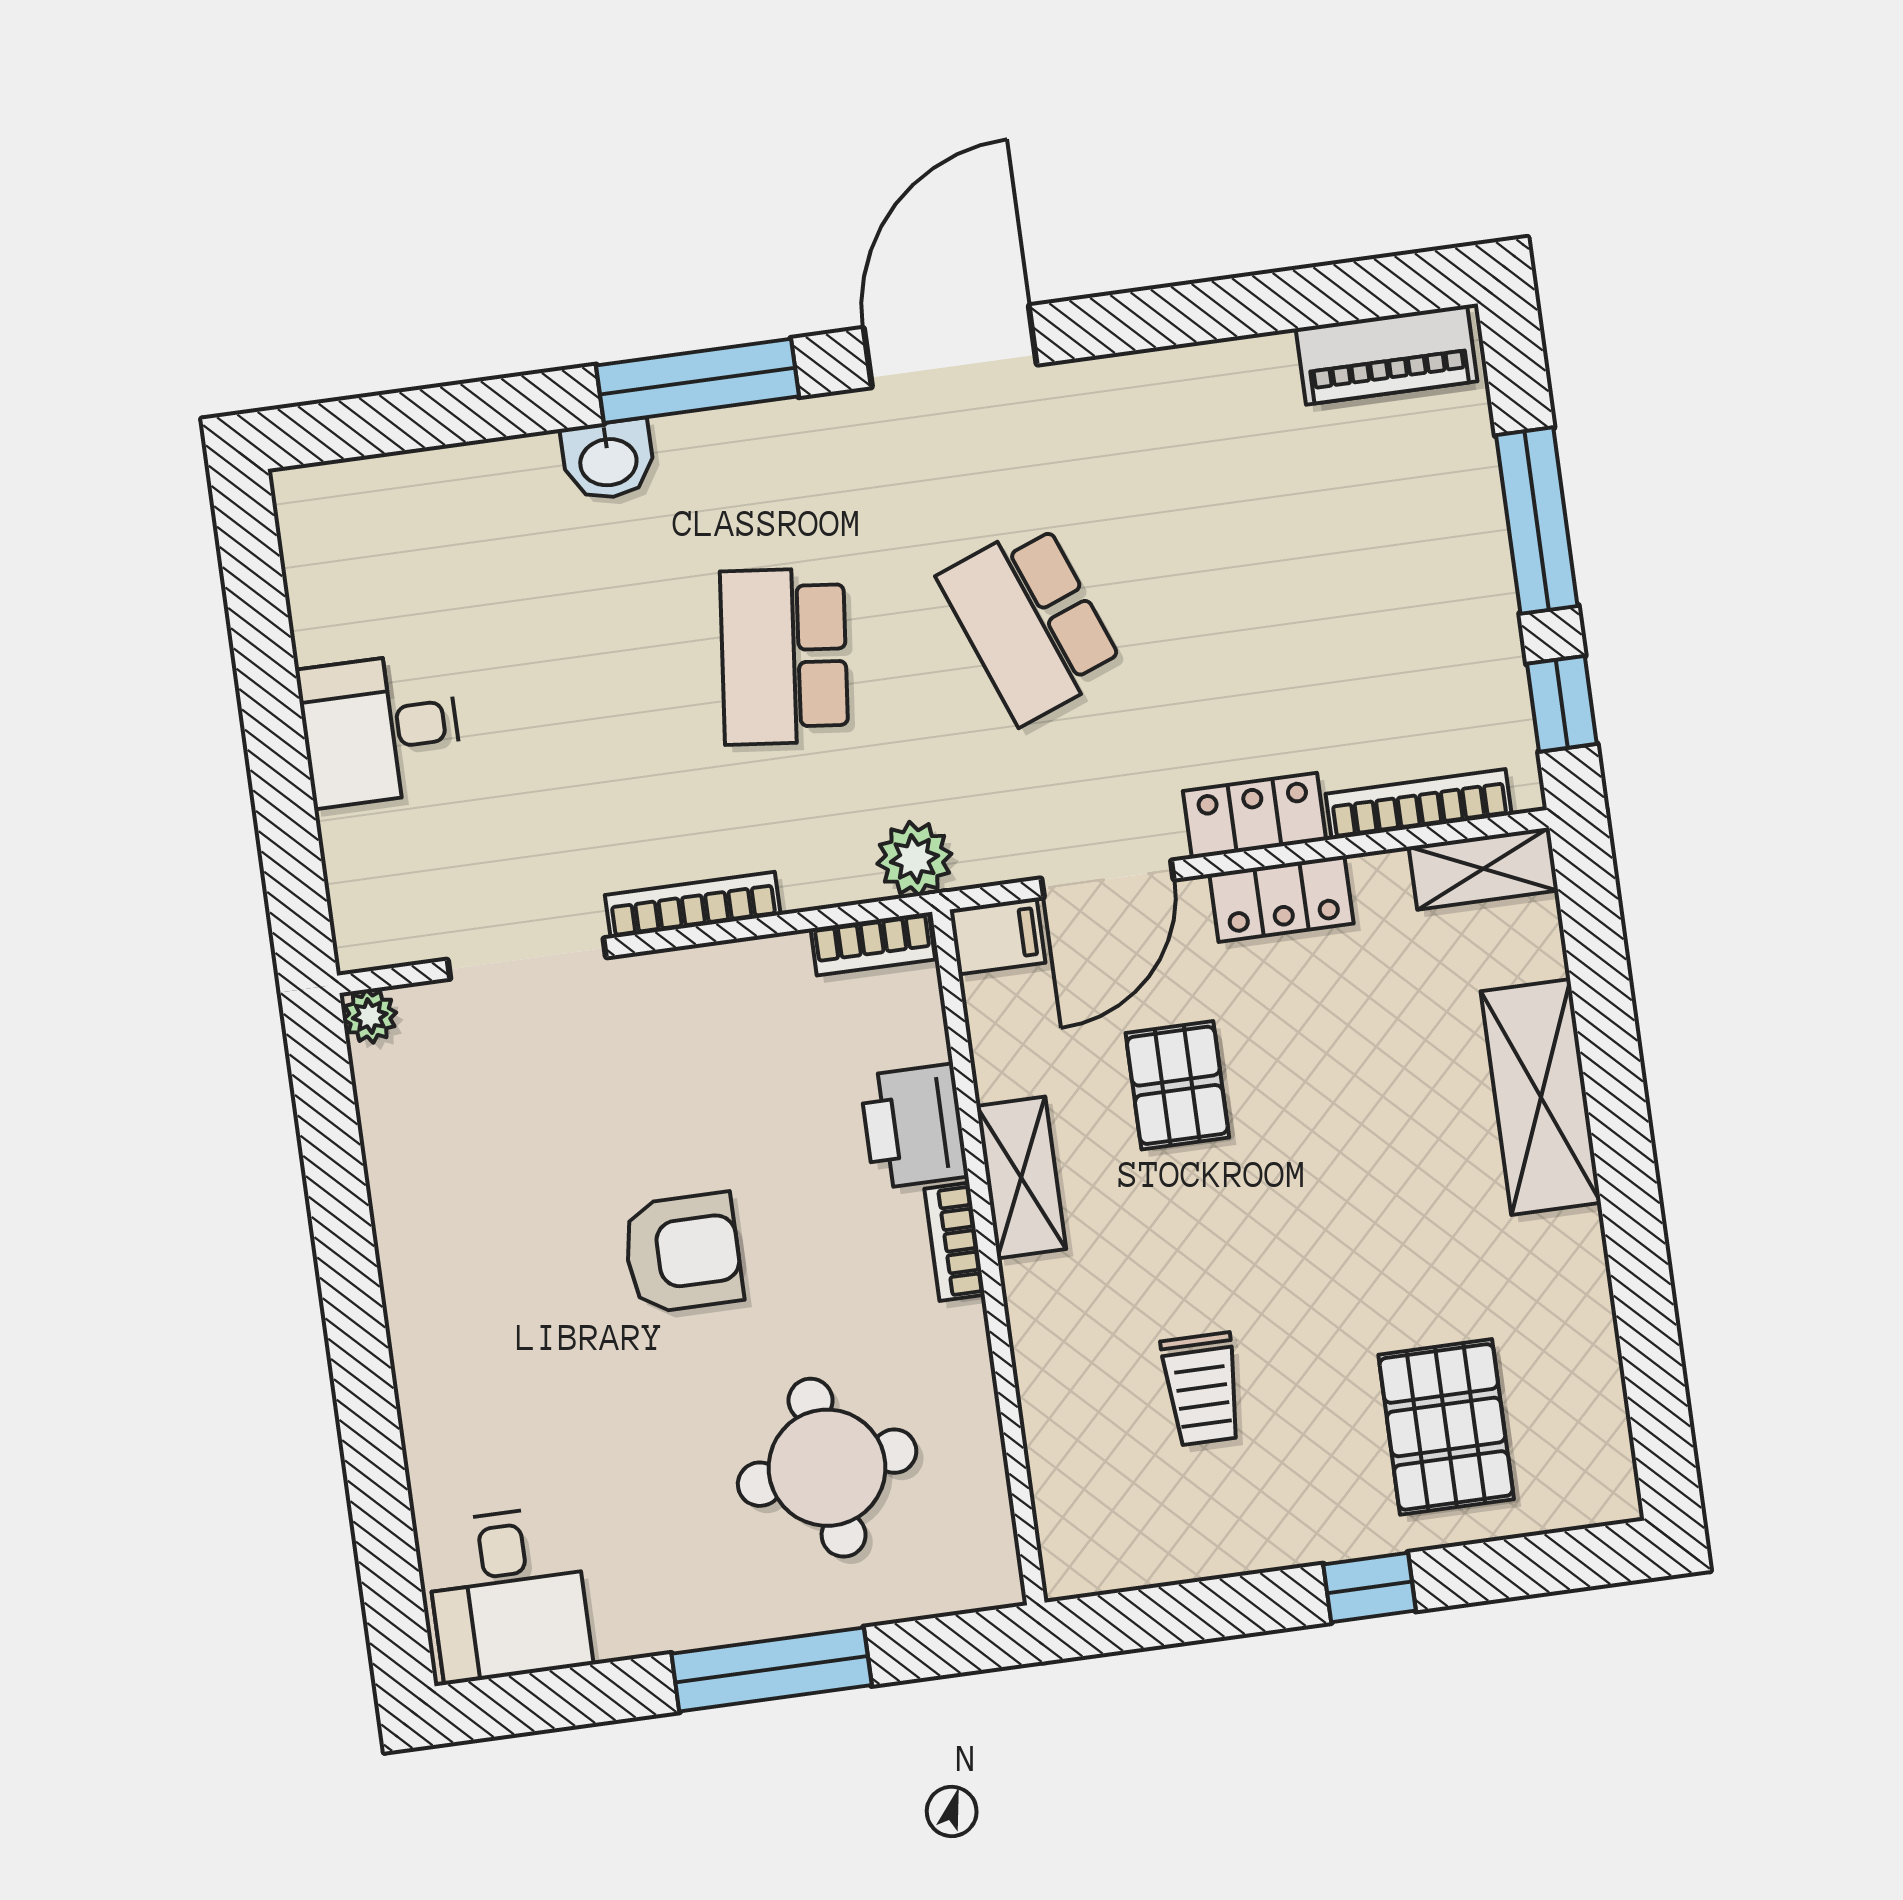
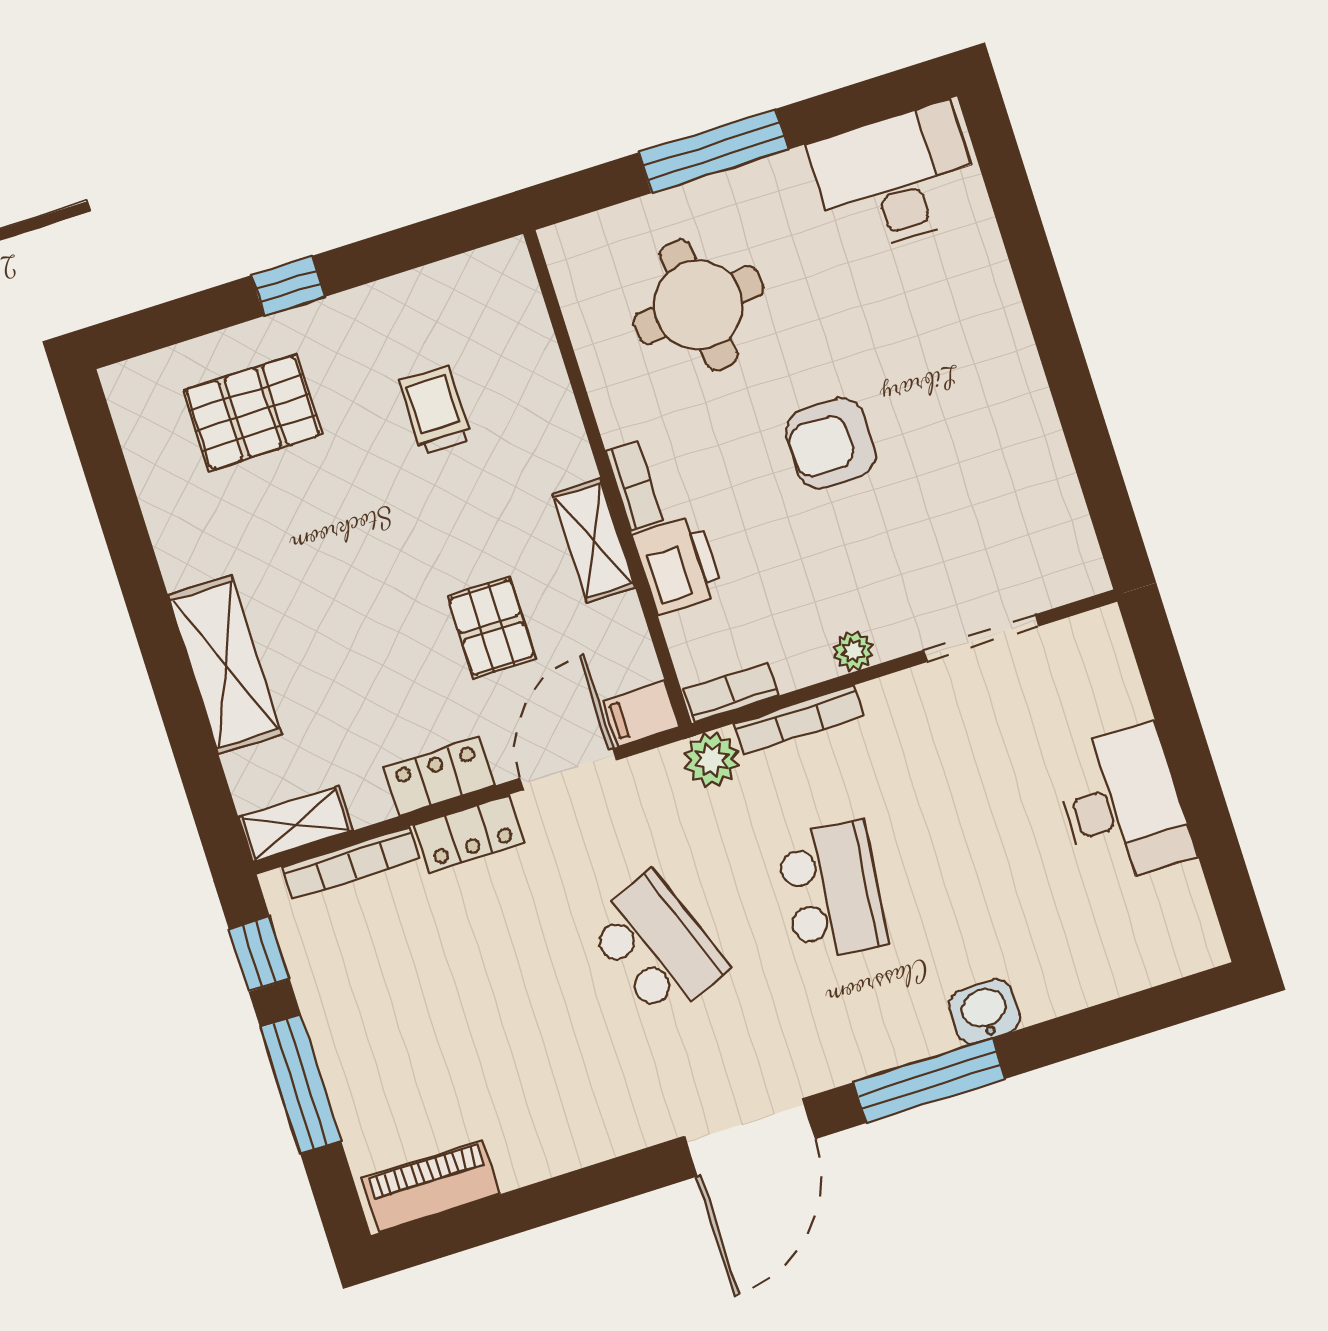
desk: (380, 729) -> (1123, 805), width x1.37
bookcase: (693, 905) -> (799, 720), moved
plant: (370, 1016) -> (854, 651), moved
pallet: (1446, 1427) -> (253, 413), turned 90
desk: (508, 1594) -> (895, 179), width x1.37

